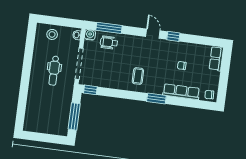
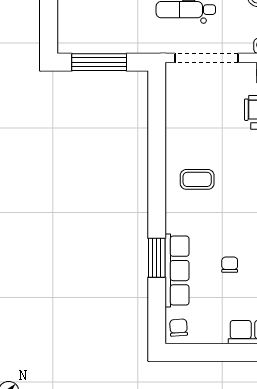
window: (90, 90) -> (157, 88), removed
window: (156, 99) -> (157, 258), moved

